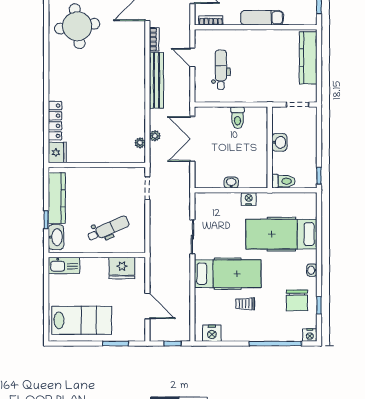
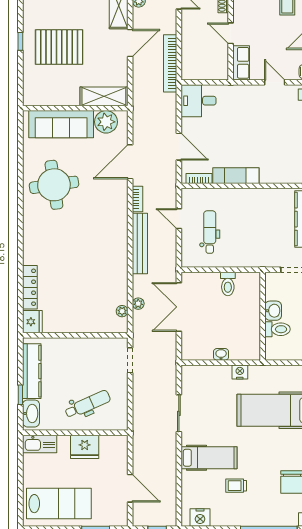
exam couch: (262, 18) -> (236, 176), moved
toilet: (283, 181) -> (277, 329), moved
fridge: (122, 268) -> (85, 447), moved
hospital bed: (228, 274) -> (209, 458), width x0.73, depth x0.78

